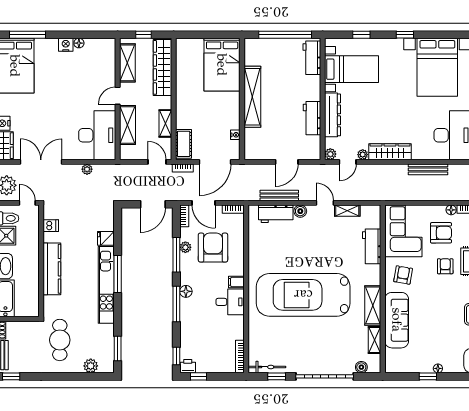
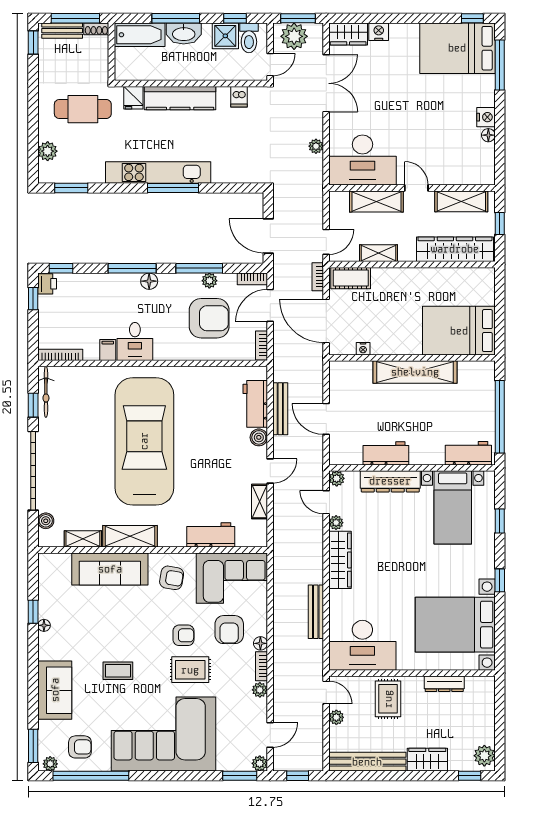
fridge: (106, 238) -> (133, 98), moved, turned 180
filing cabinet: (236, 282) -> (108, 350), moved

